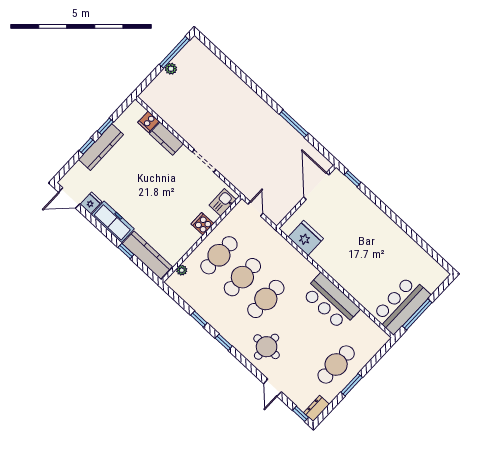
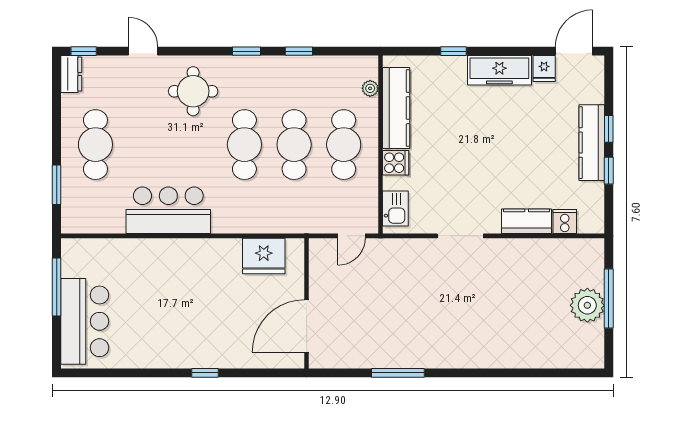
window: (174, 52) -> (609, 299), moved
plant: (171, 69) -> (587, 305), width x1.88, depth x1.88
window: (353, 179) -> (205, 373), moved
door: (316, 186) -> (307, 326), swing flipped
door: (255, 209) -> (352, 236), hinge flipped
kitchen counter: (147, 255) -> (396, 108), moved, turned -90
bar counter: (401, 305) -> (85, 321), moved
window: (352, 385) -> (57, 185), moved

